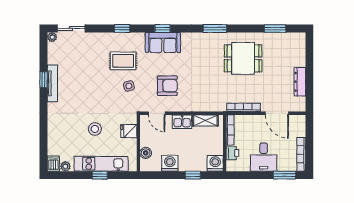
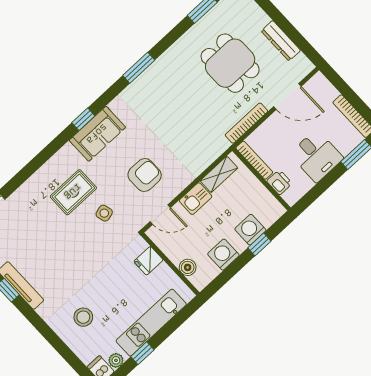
window: (122, 29) -> (41, 159), removed
dining table: (243, 58) -> (230, 63), moved, turned 90
stool: (95, 129) -> (83, 317), moved
washing machine: (215, 163) -> (250, 230), moved
window: (100, 175) -> (142, 353), moved

